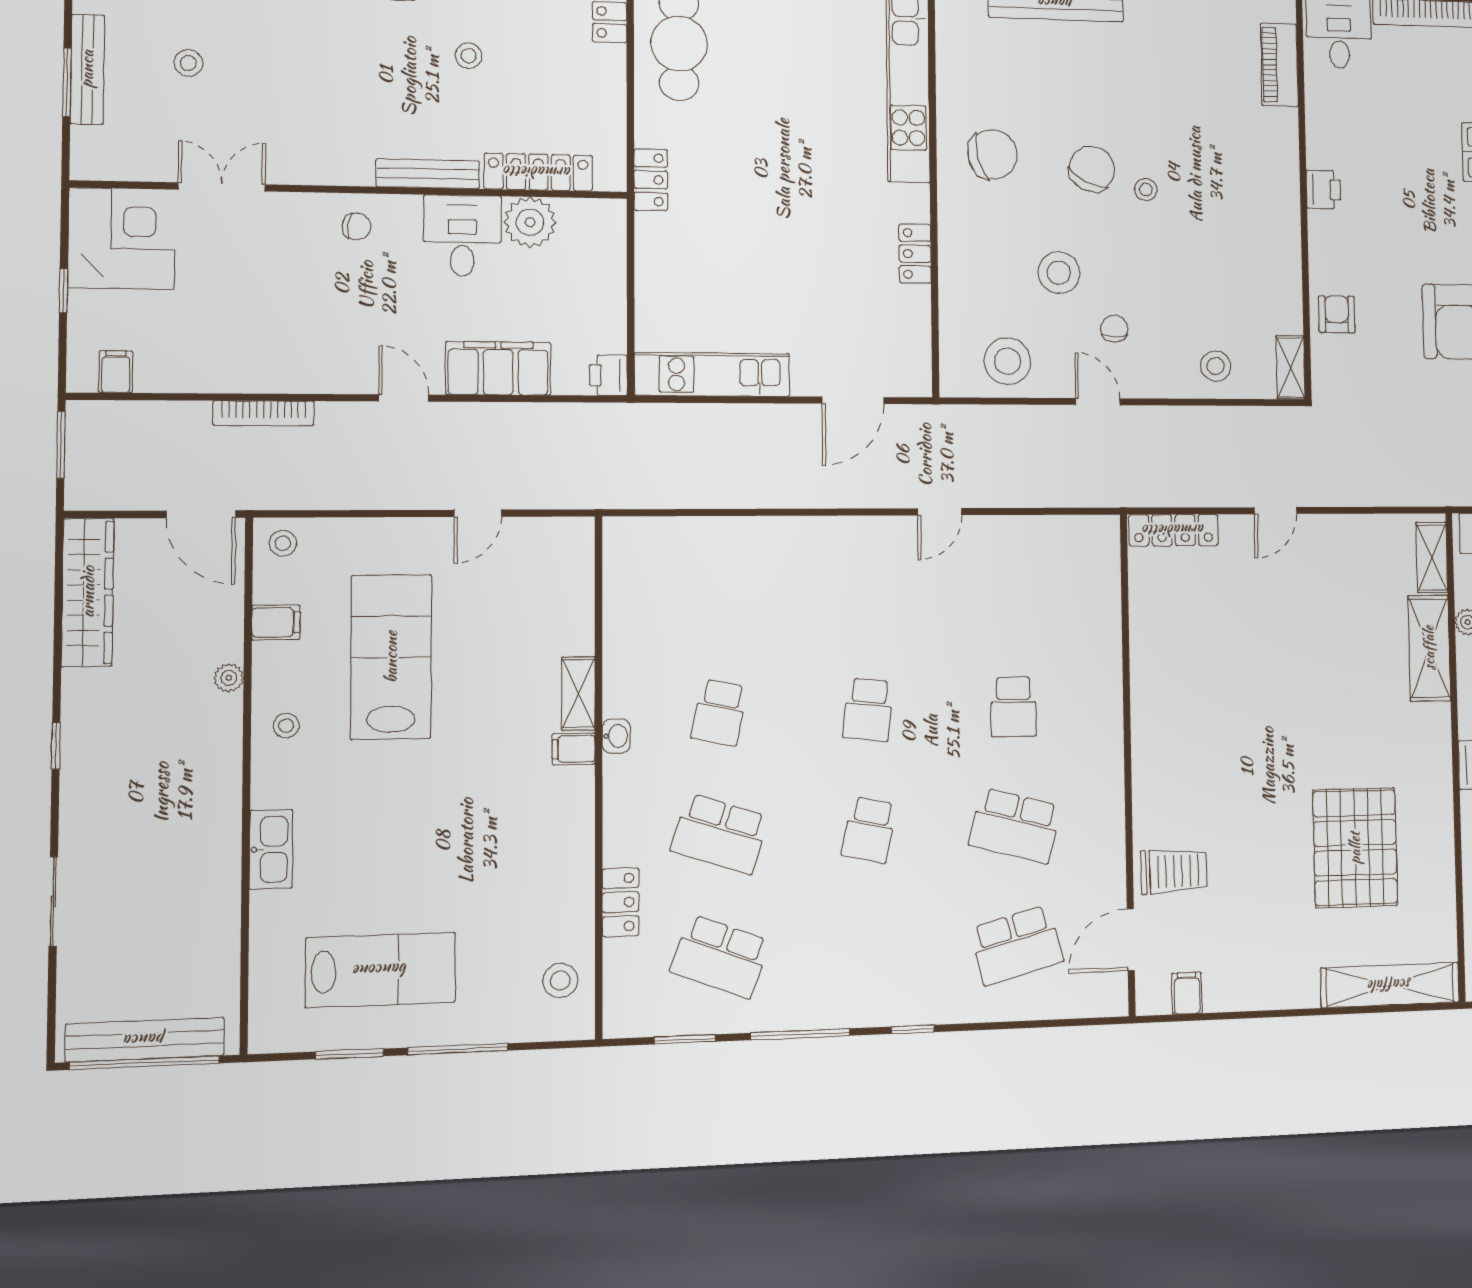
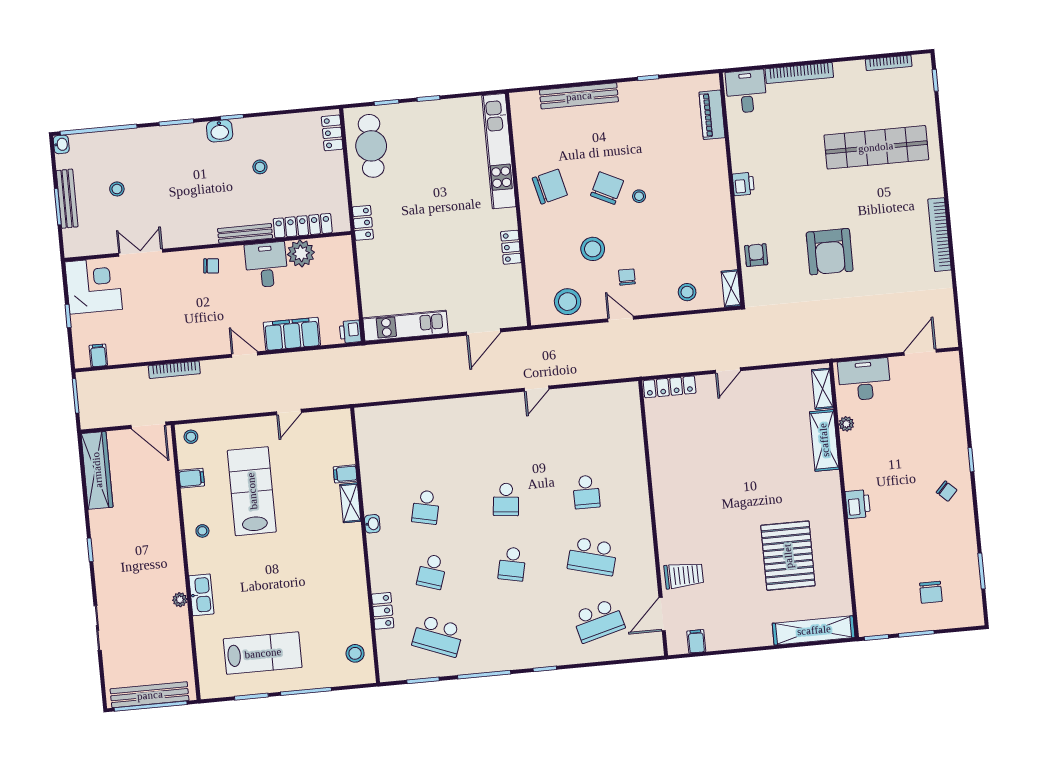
plant: (229, 678) -> (180, 600), moved
filing cabinet: (574, 749) -> (345, 474), moved
school desk: (720, 834) -> (432, 572), width x0.54

